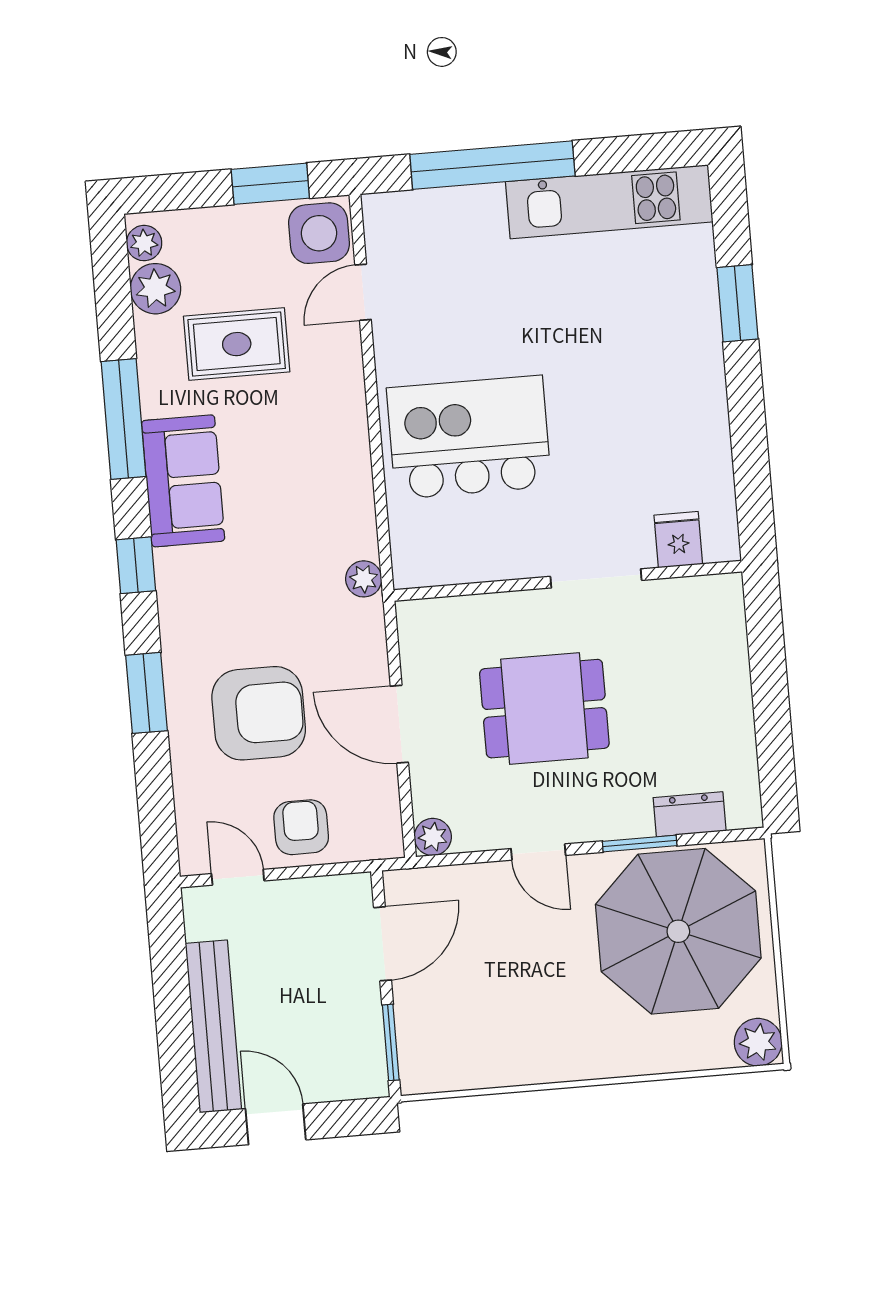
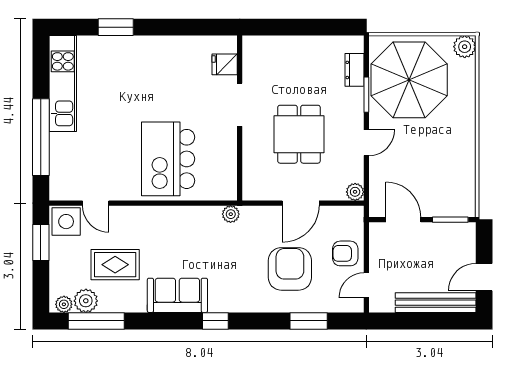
rug: (237, 344) -> (115, 265), turned 90
window: (123, 419) -> (96, 321), moved
window: (147, 693) -> (309, 321), moved

